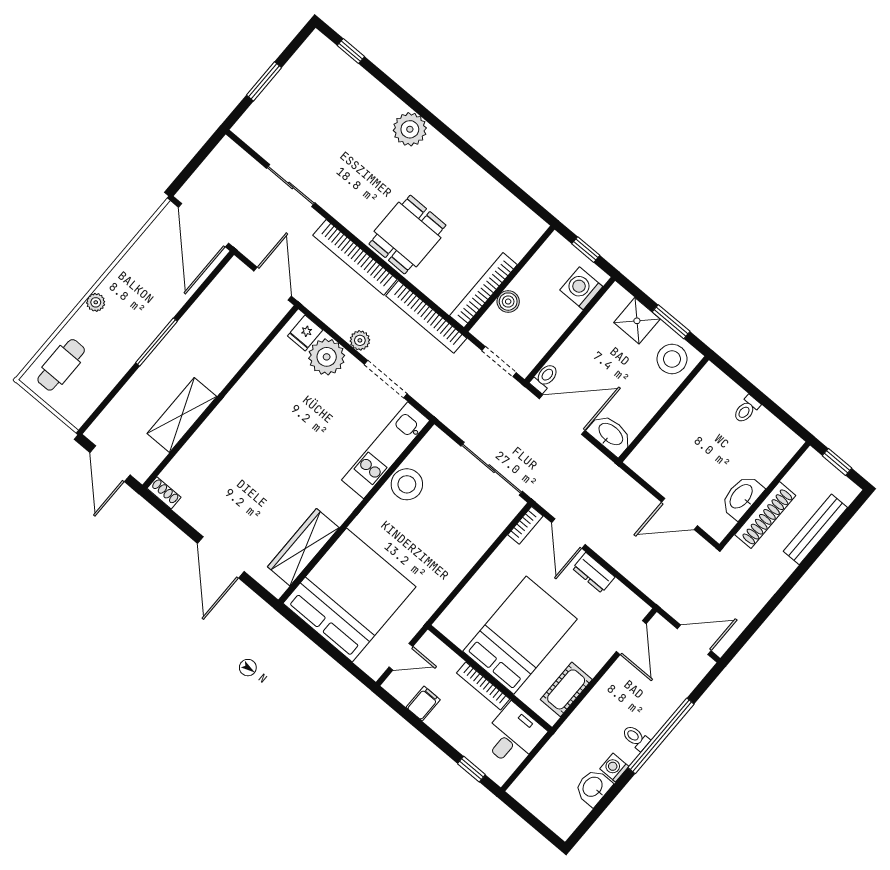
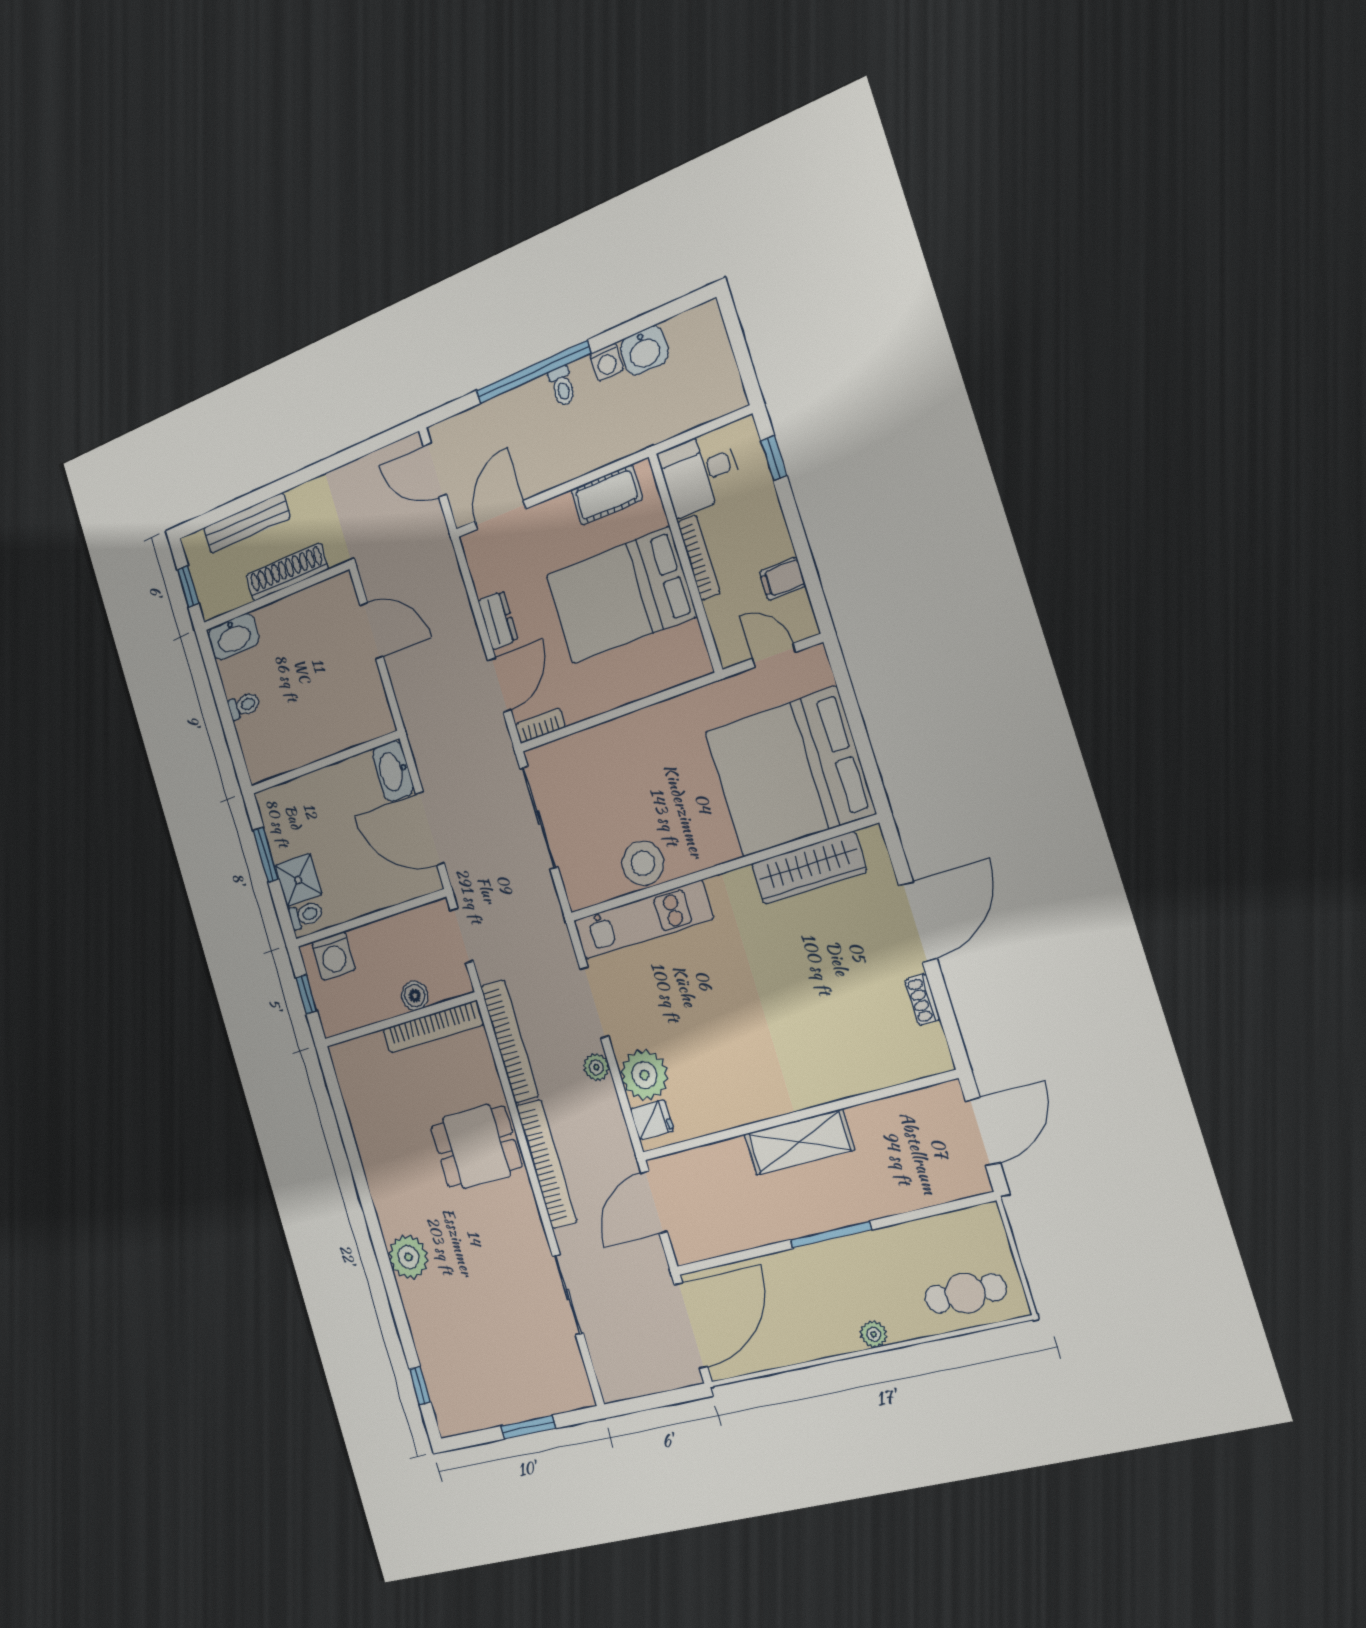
stool: (672, 359) -> (287, 813), removed
toilet: (545, 378) -> (306, 915), moved, turned 180
shelving: (182, 415) -> (799, 1142), moved
shoe rack: (164, 493) -> (922, 1000), moved
washbasin: (742, 497) -> (233, 637), moved

